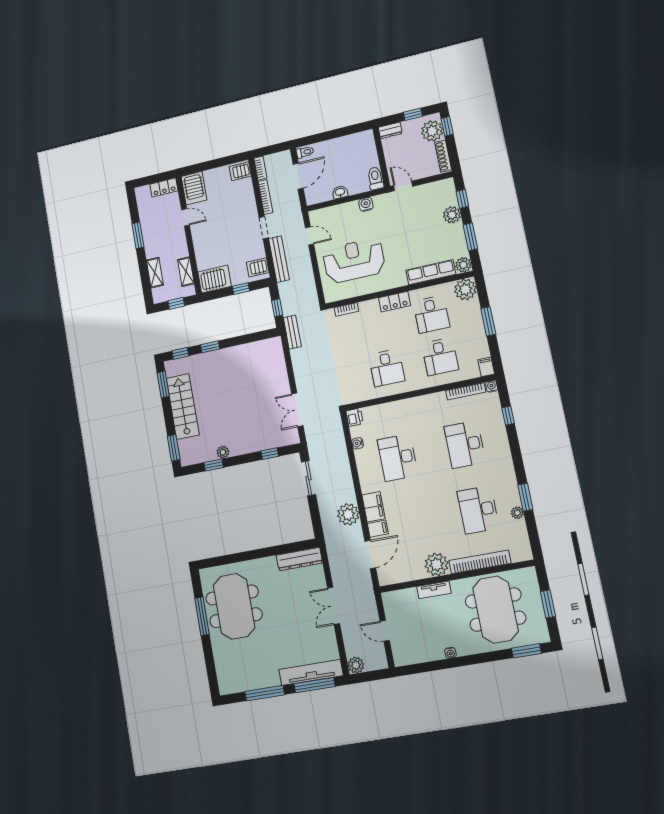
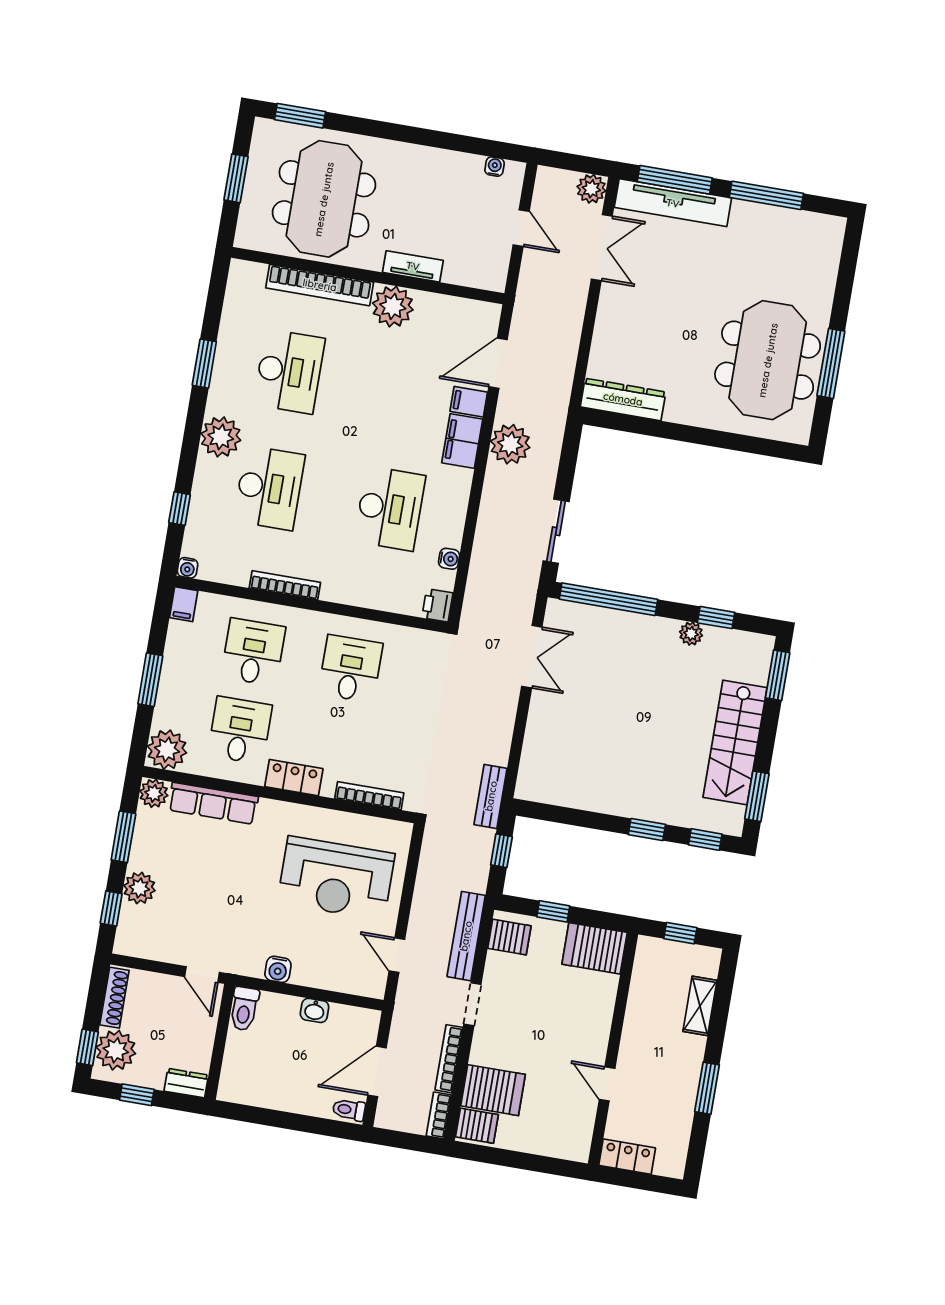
server rack: (194, 188) -> (493, 1090), moved, turned 90
shelving: (186, 272) -> (642, 984), removed
bookcase: (346, 309) -> (369, 796), width x1.56
bookcase: (466, 391) -> (285, 585), moved
window: (270, 454) -> (609, 599), width x3.17
plant: (517, 513) -> (221, 437), moved, width x1.88, depth x1.88
double door: (334, 606) -> (602, 248), moved
water cooler: (450, 653) -> (495, 167), moved

